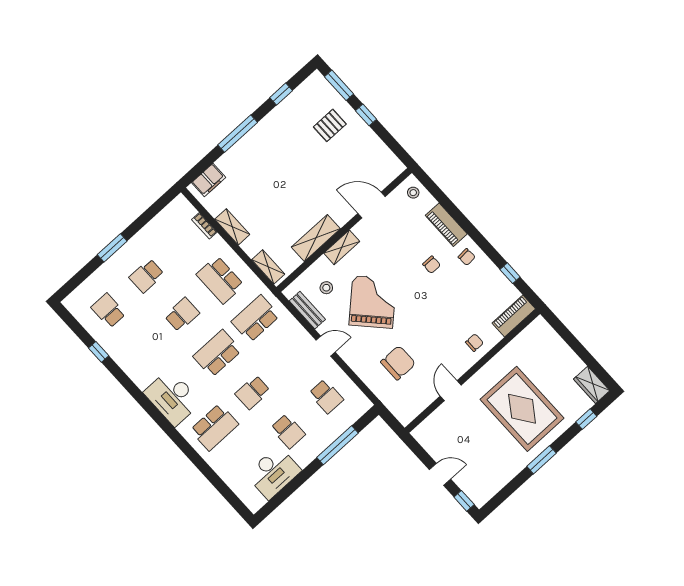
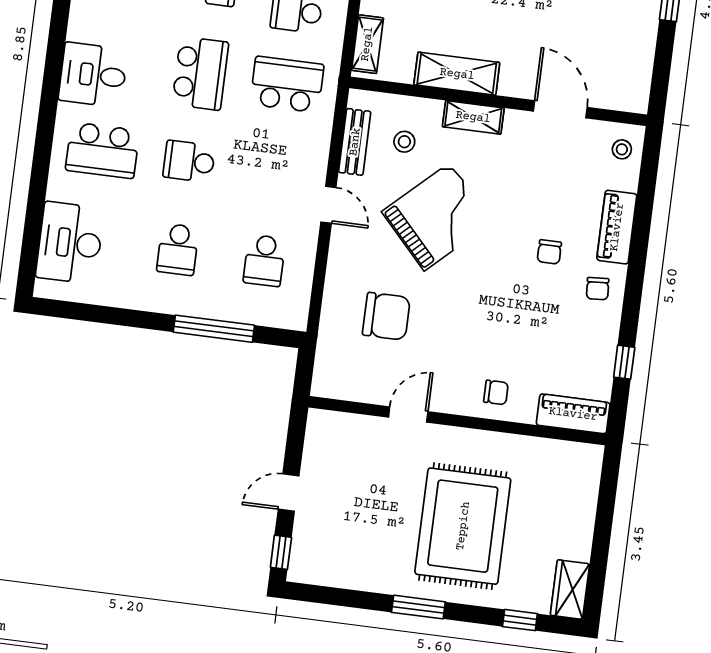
school desk: (217, 353) -> (200, 73), turned 90
desk: (172, 397) -> (93, 75), width x0.73
desk: (273, 473) -> (70, 243), moved, turned 90
door: (440, 474) -> (289, 492), swing flipped

